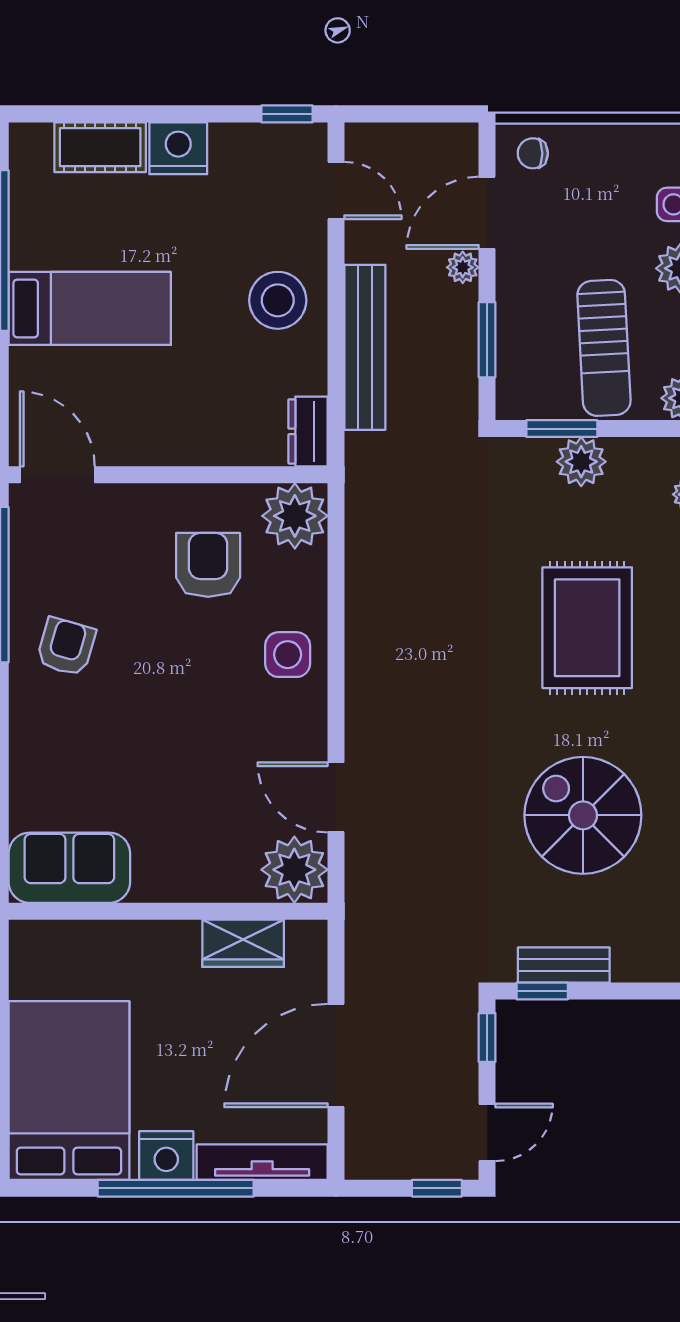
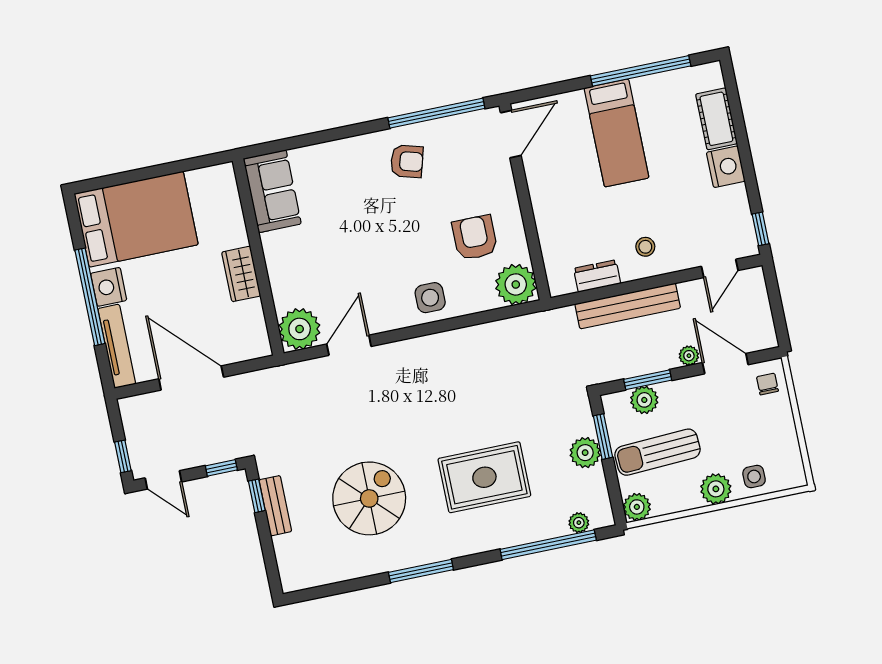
stool: (278, 300) -> (645, 247), width x0.53, depth x0.53
plant: (518, 352) -> (644, 400), added
dresser: (308, 431) -> (597, 276), moved
armchair: (208, 565) -> (475, 238), turned -90
wardrobe: (243, 943) -> (241, 274), moved

